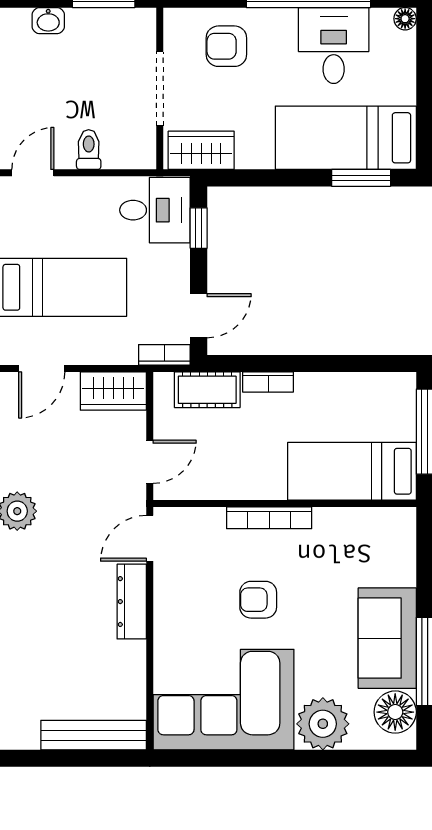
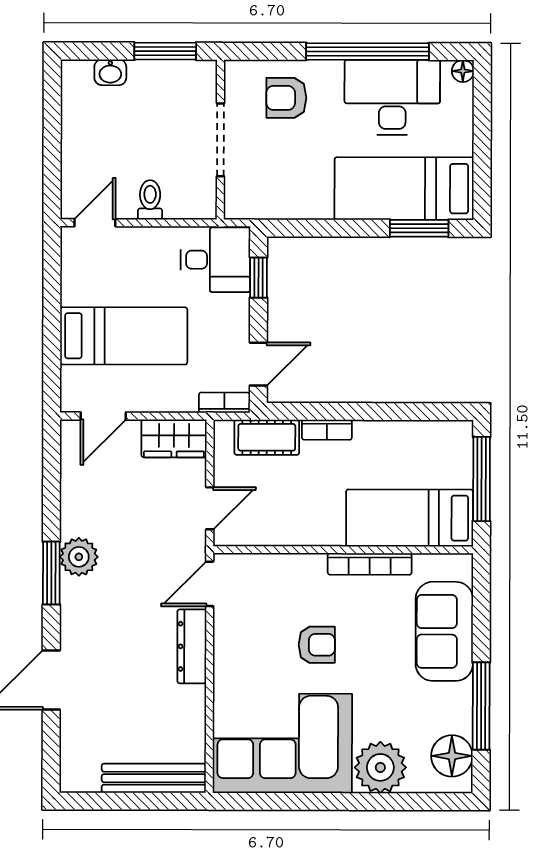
desk: (334, 46) -> (392, 97), width x1.37
wardrobe: (201, 150) -> (261, 201), removed
bookcase: (269, 518) -> (370, 564), moved
armchair: (258, 600) -> (317, 645), turned 180
sofa: (387, 638) -> (444, 631), moved

